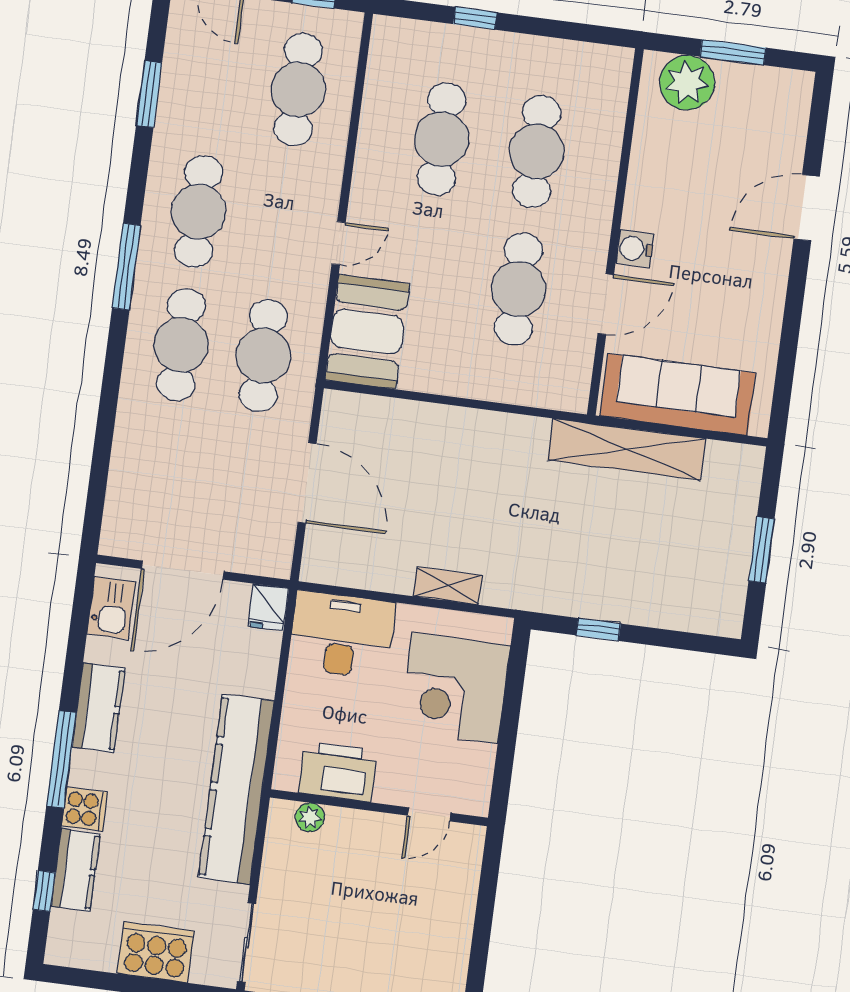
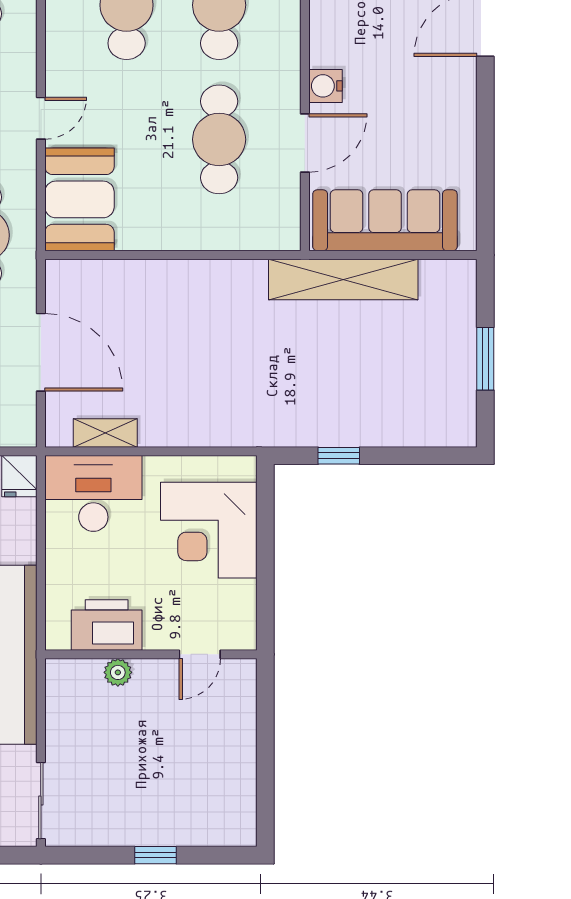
shelving: (447, 586) -> (105, 433), moved
plant: (310, 817) -> (118, 672), moved

